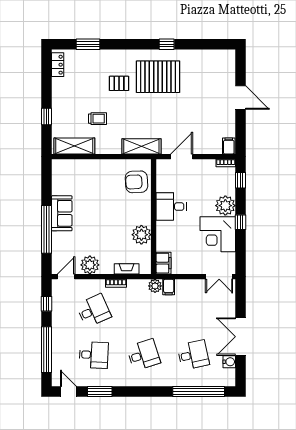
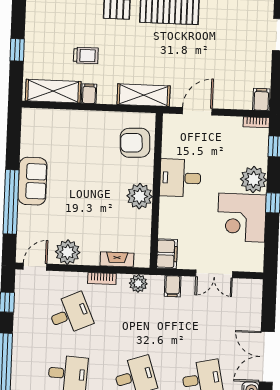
filing cabinet: (101, 147) -> (89, 94), added
plant: (141, 235) -> (140, 196), moved
double door: (219, 277) -> (214, 274), moved
plant: (155, 286) -> (138, 283), moved

